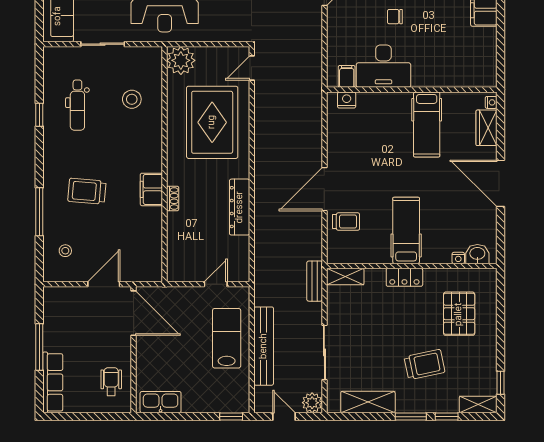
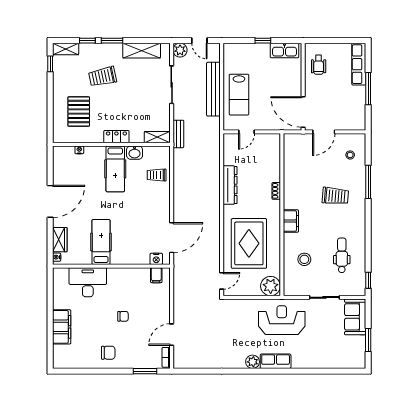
desk: (383, 66) -> (88, 282), moved
window: (39, 115) -> (368, 280), moved
door: (500, 183) -> (50, 201), hinge flipped
filing cabinet: (151, 189) -> (291, 221), moved
door: (324, 189) -> (172, 238), moved
washbasin: (477, 254) -> (135, 153), moved
window: (231, 417) -> (263, 41), moved

